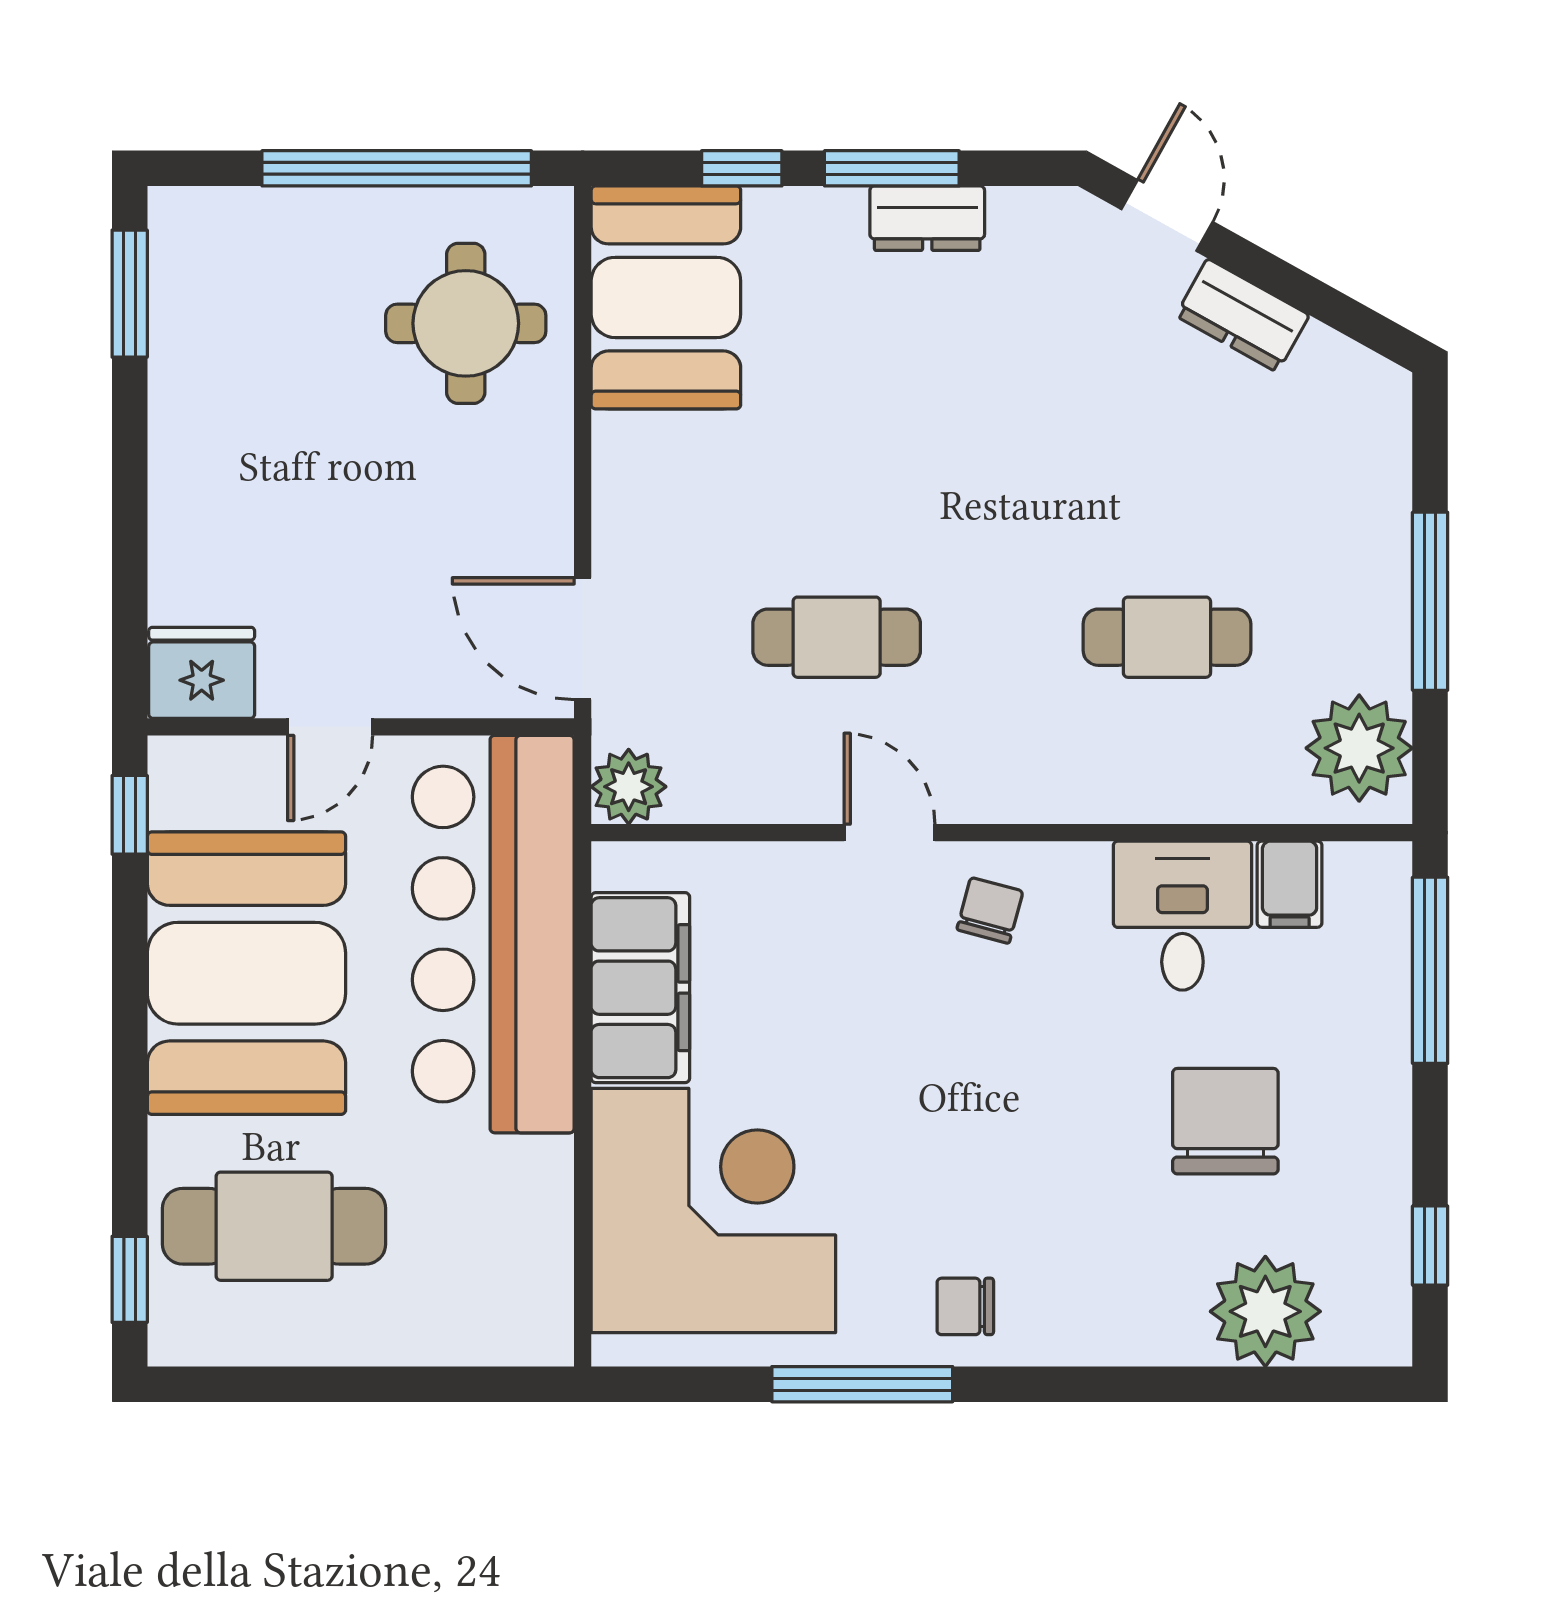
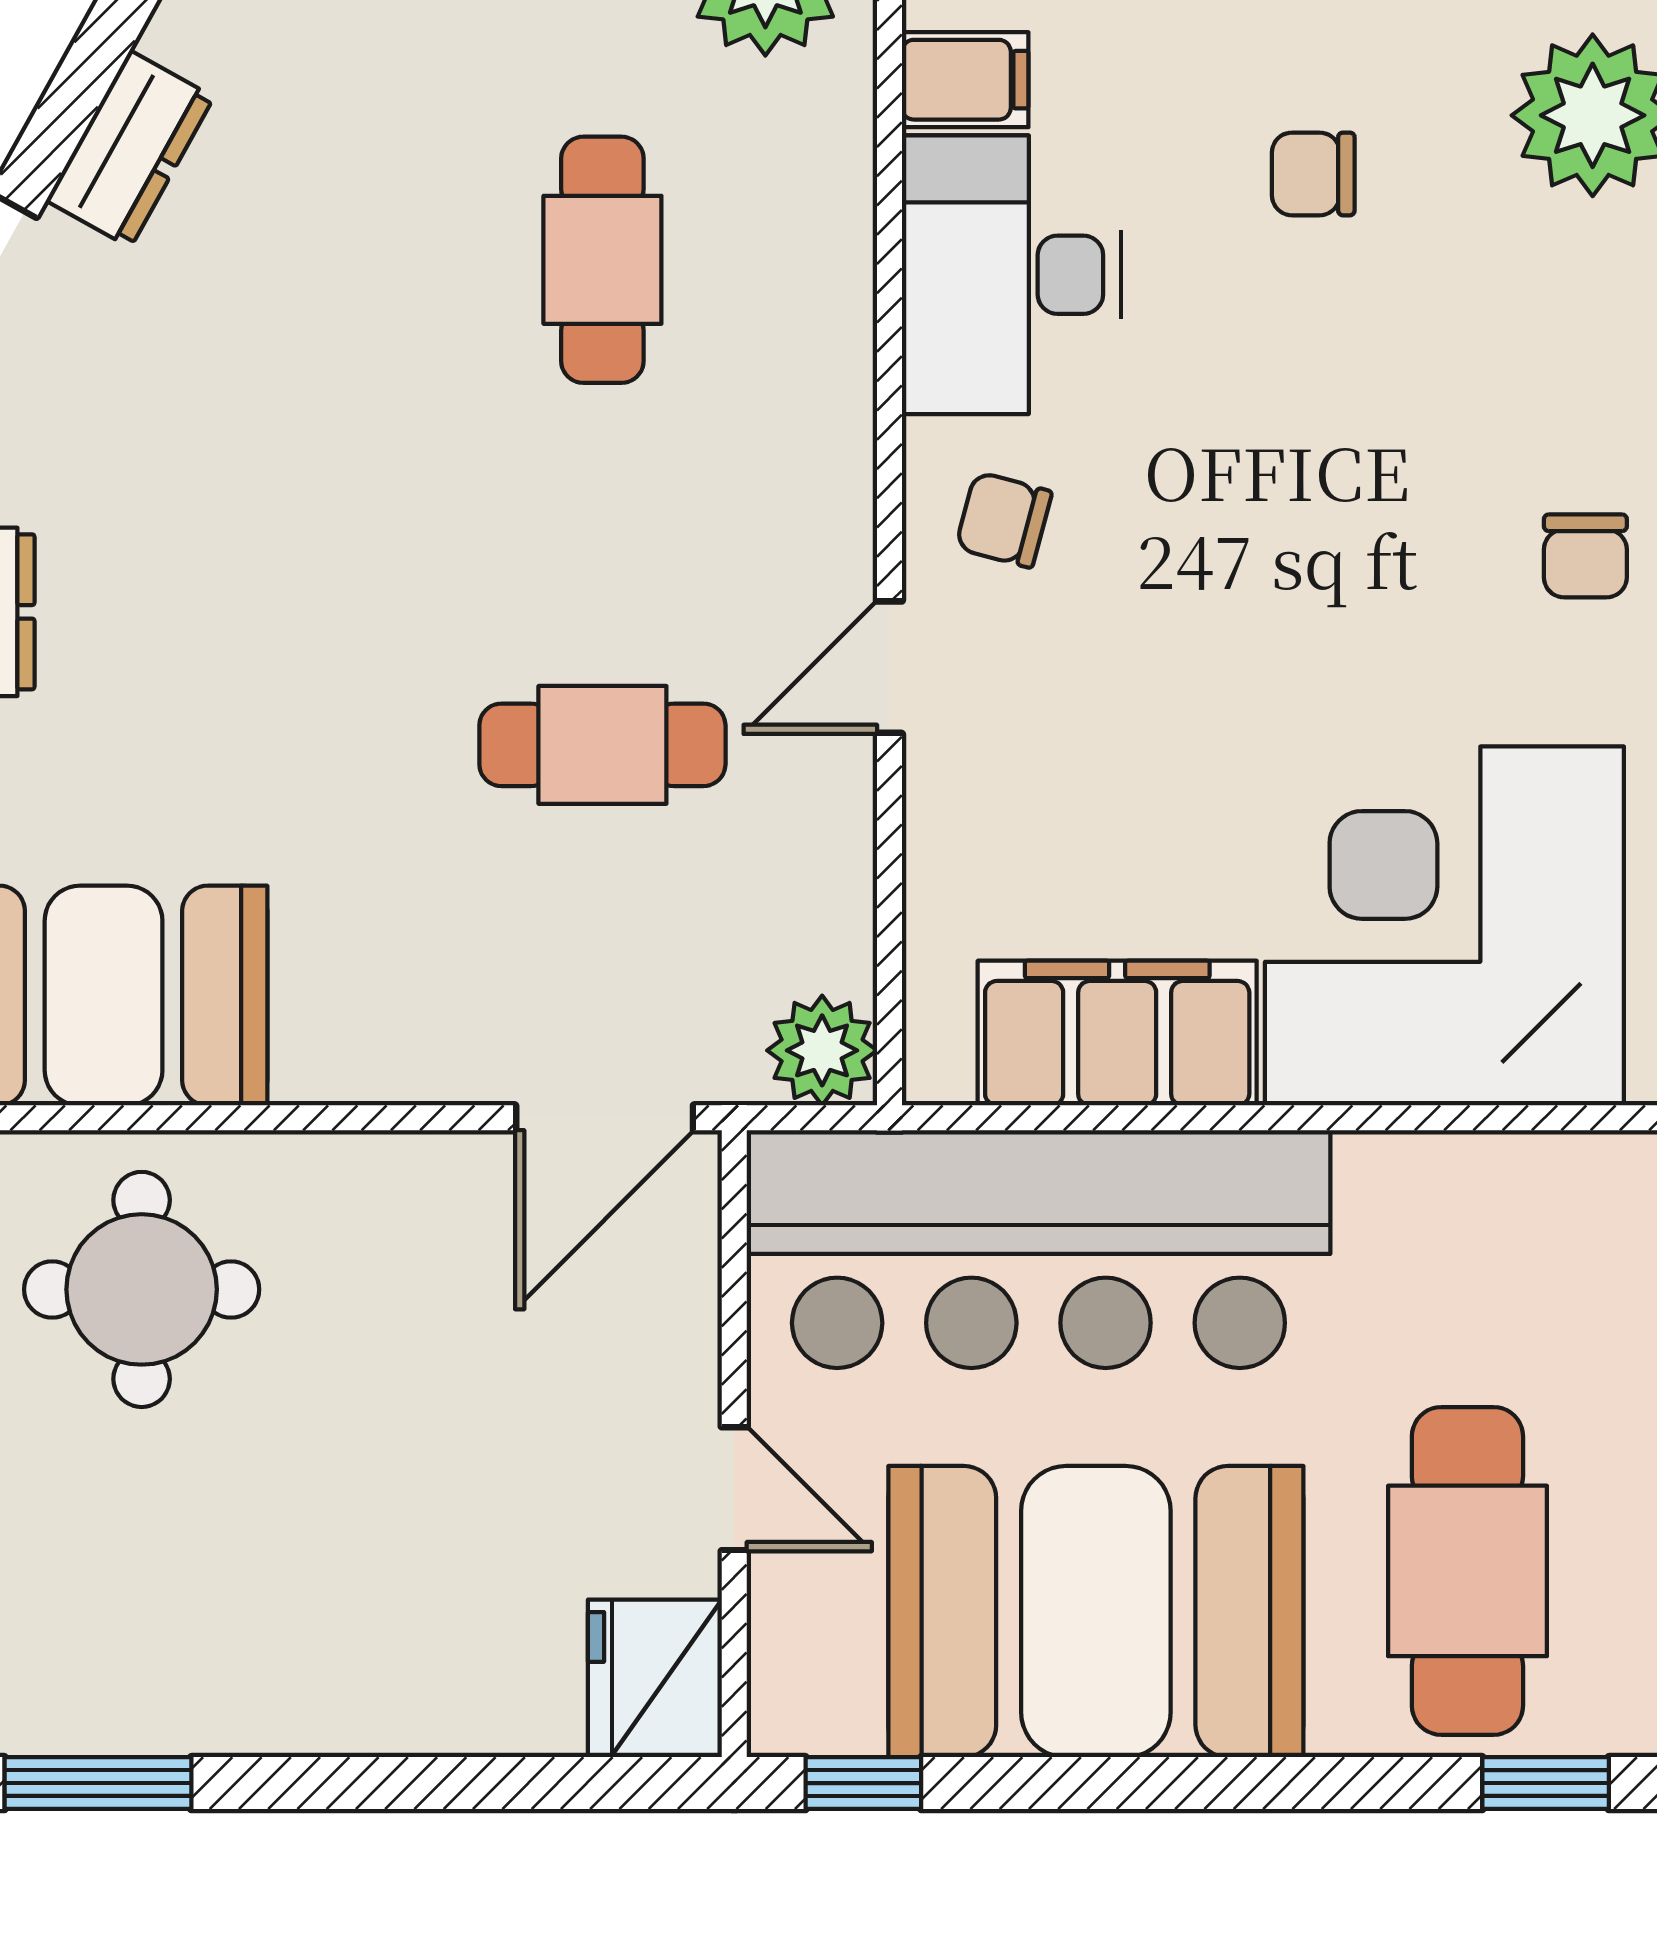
cafe table: (837, 637) -> (602, 745), turned 90
desk: (1182, 916) -> (1011, 275), width x1.37
chair: (1225, 1121) -> (1313, 174), width x0.54, depth x0.54

